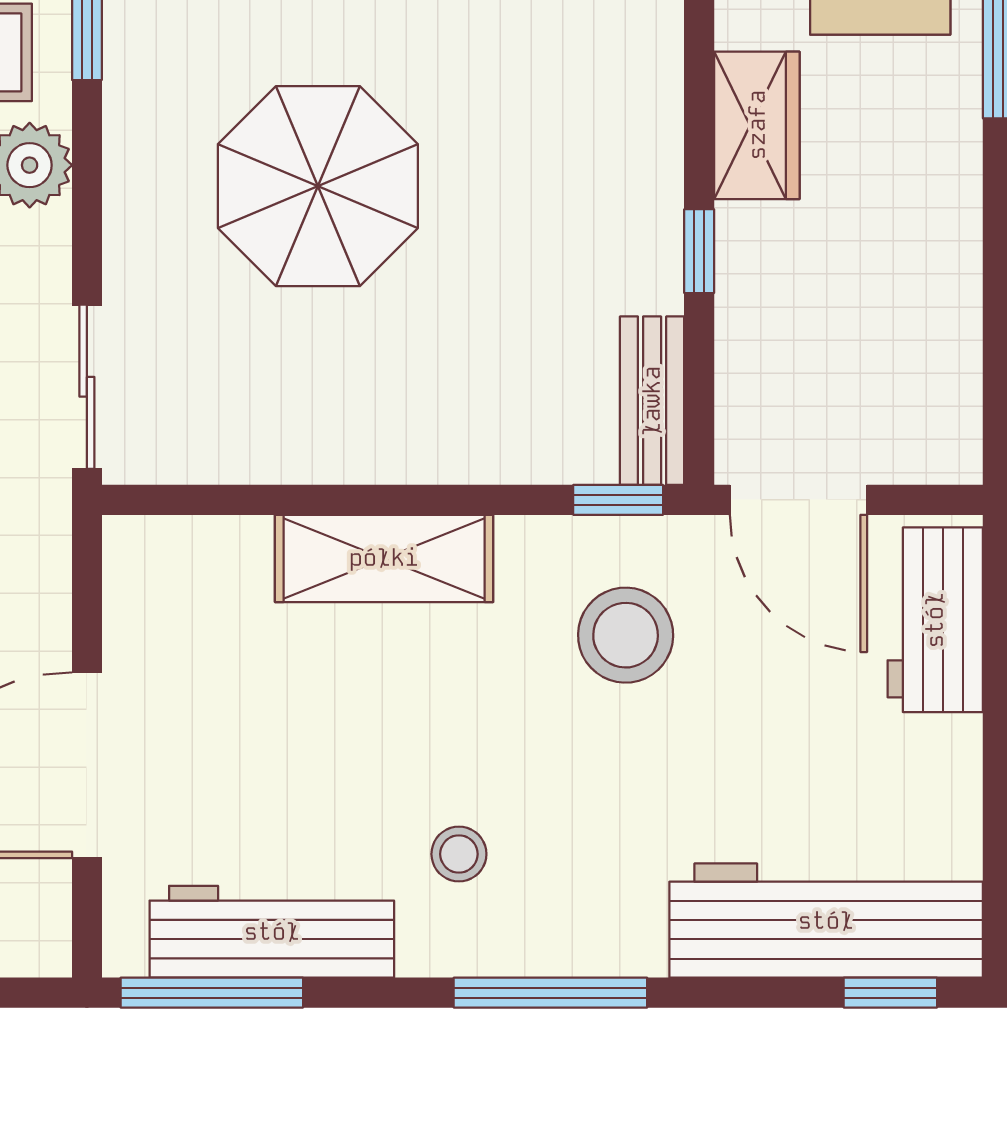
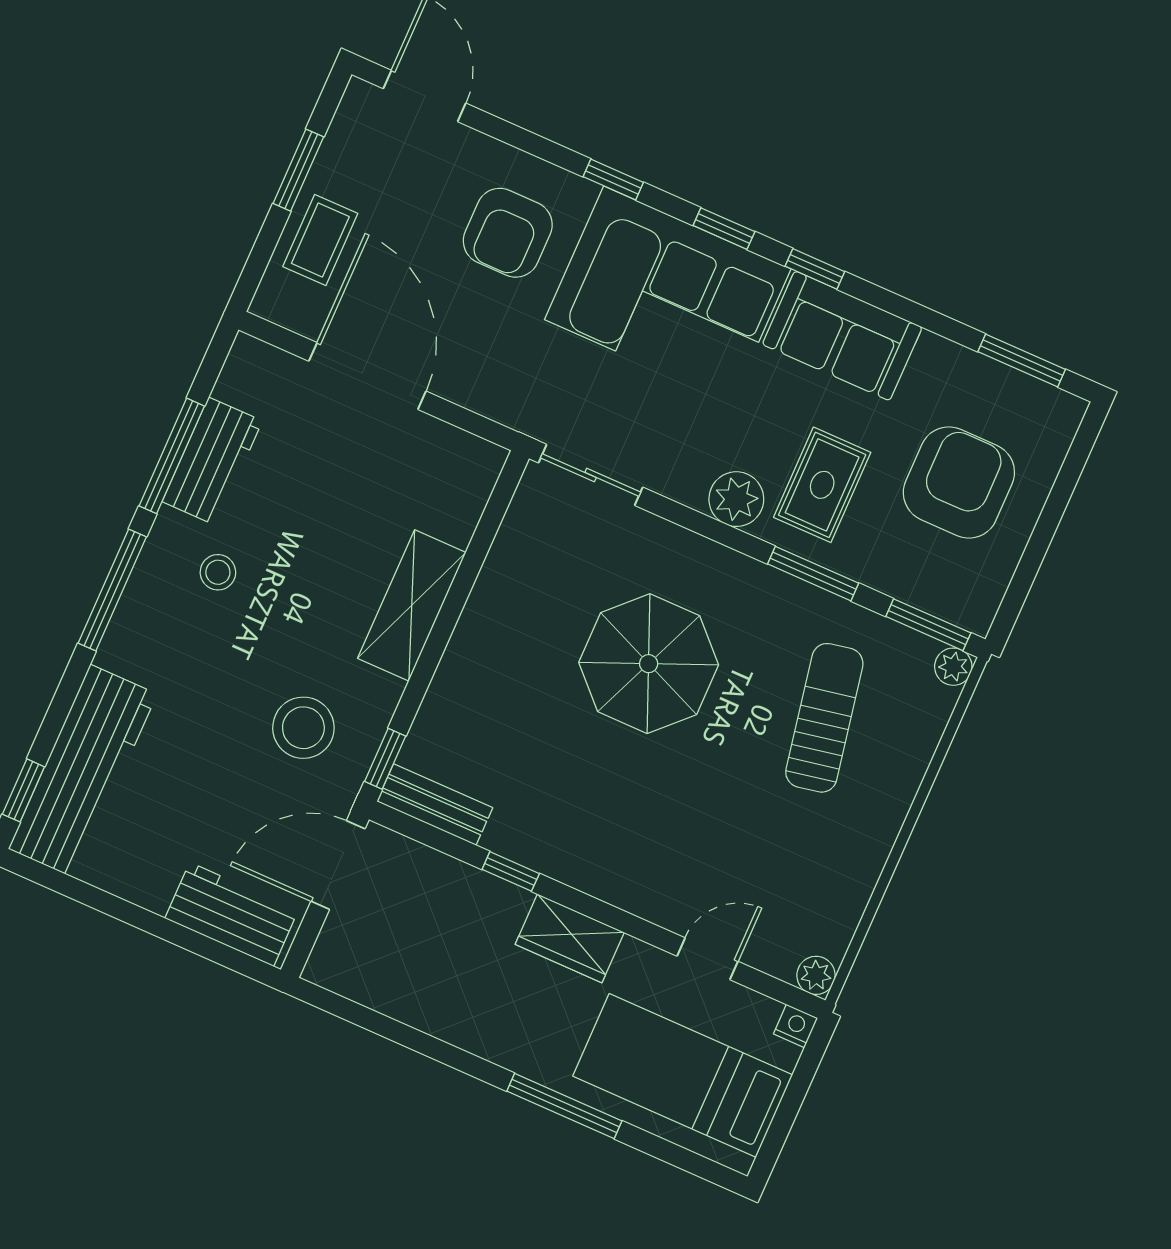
workbench: (272, 932) -> (212, 461), width x0.73
window: (212, 993) -> (172, 456), moved

